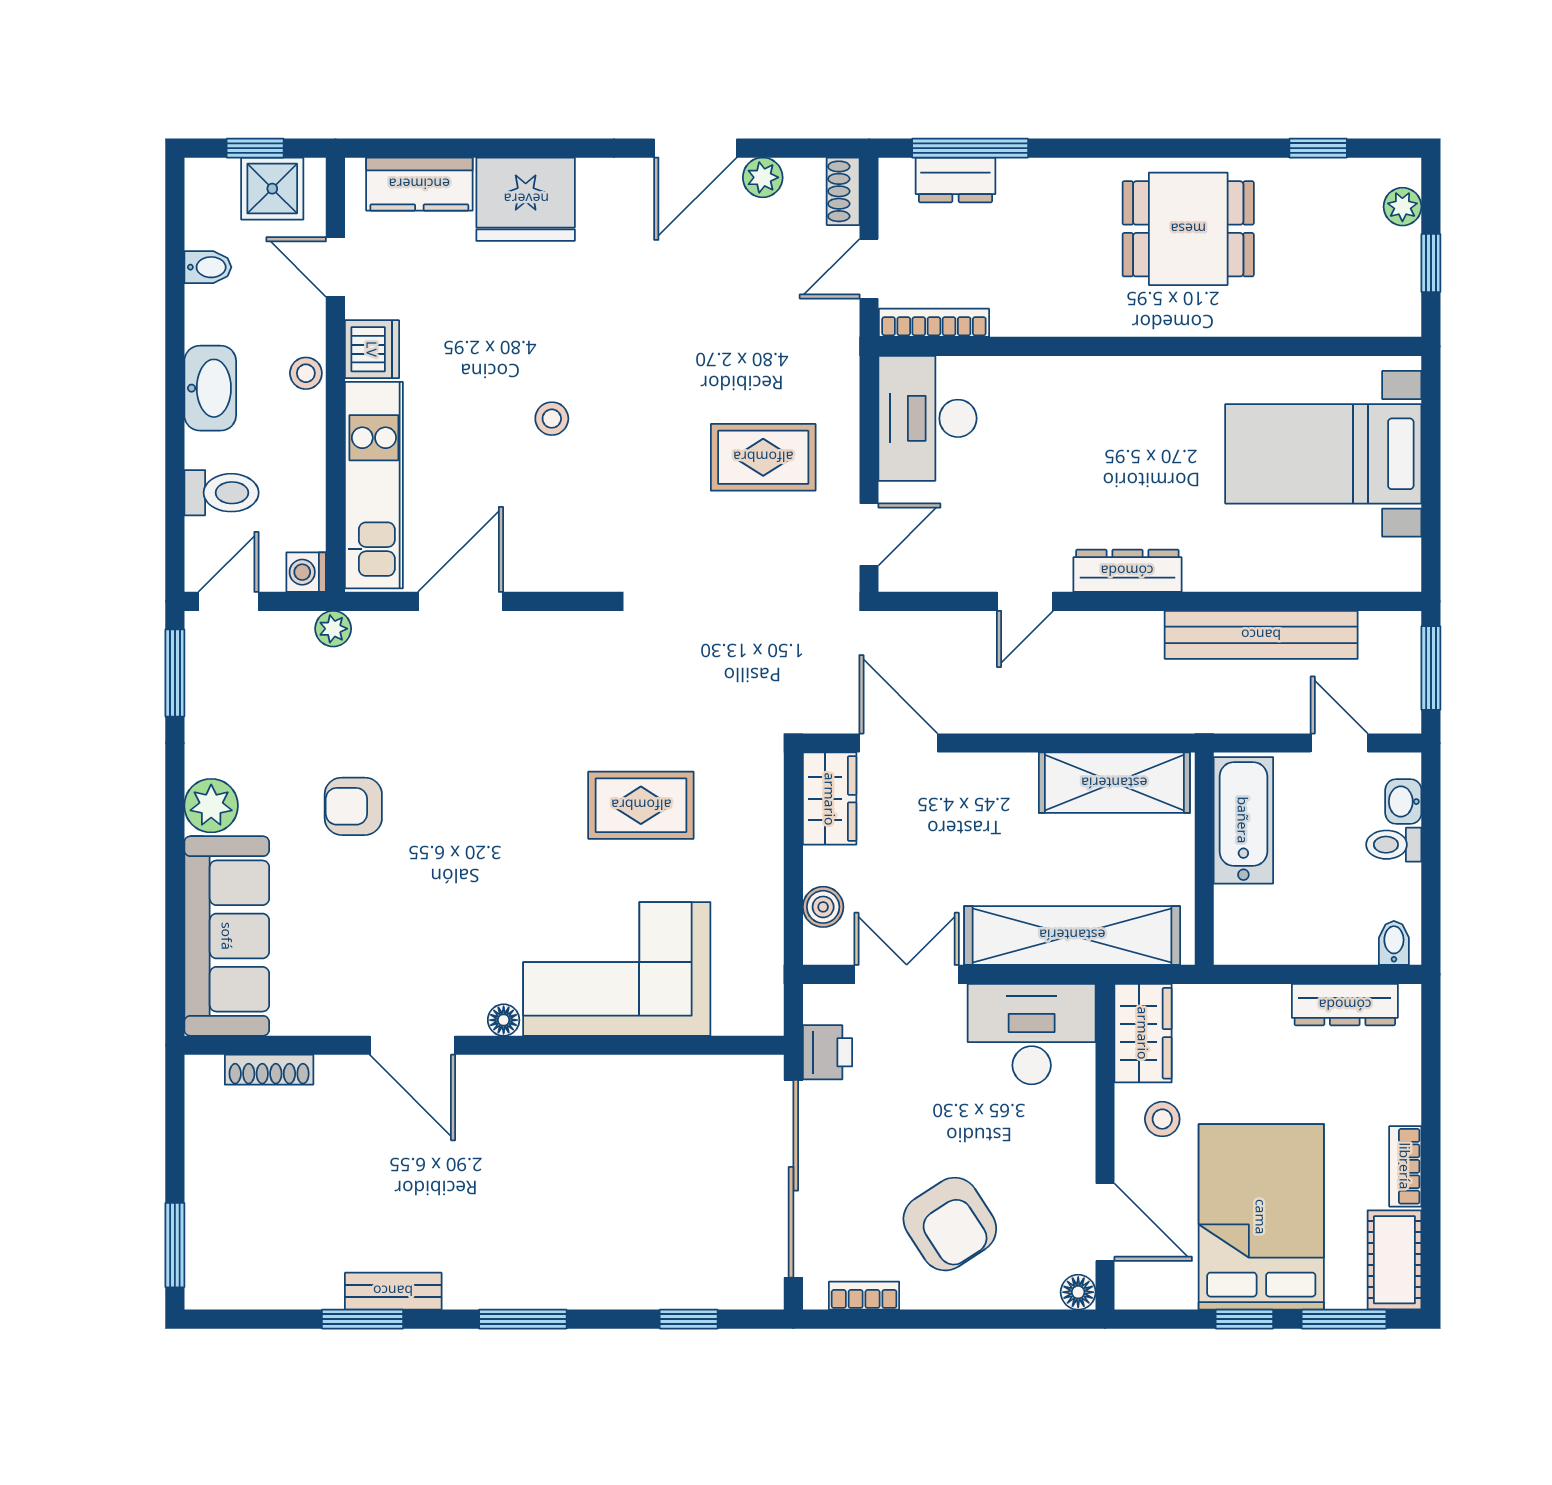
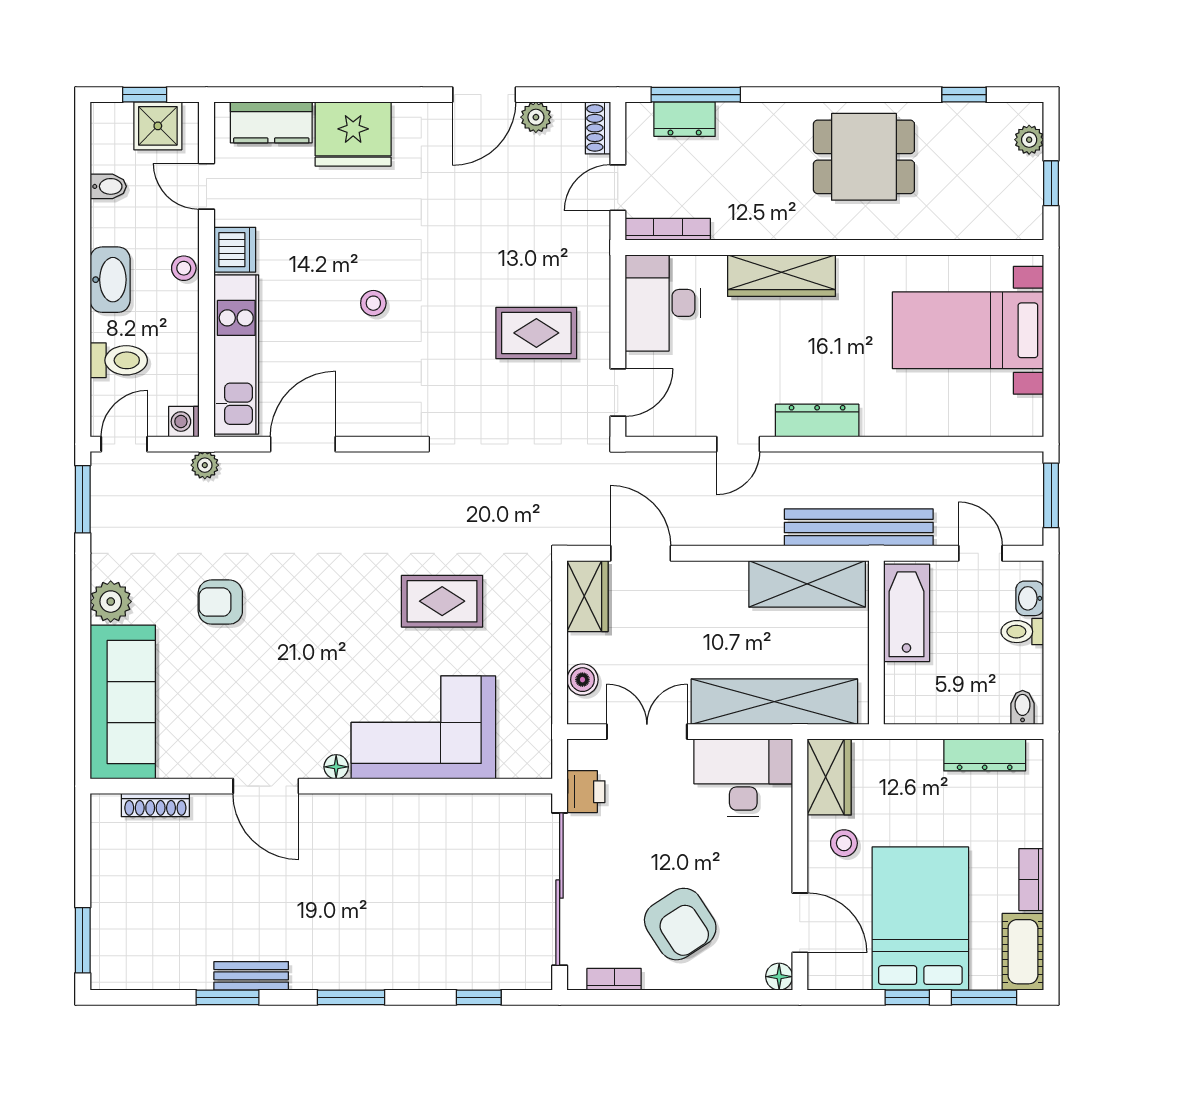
wardrobe: (1081, 383) -> (781, 276), added
bench: (1261, 635) -> (859, 527), moved

